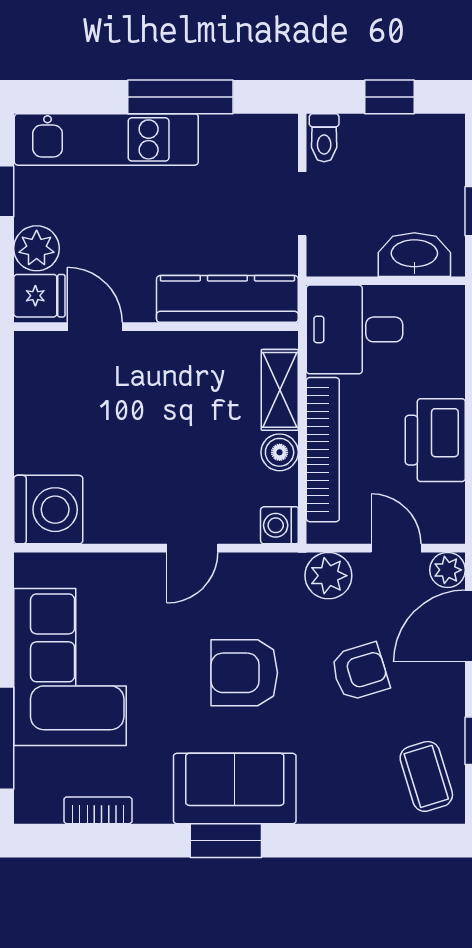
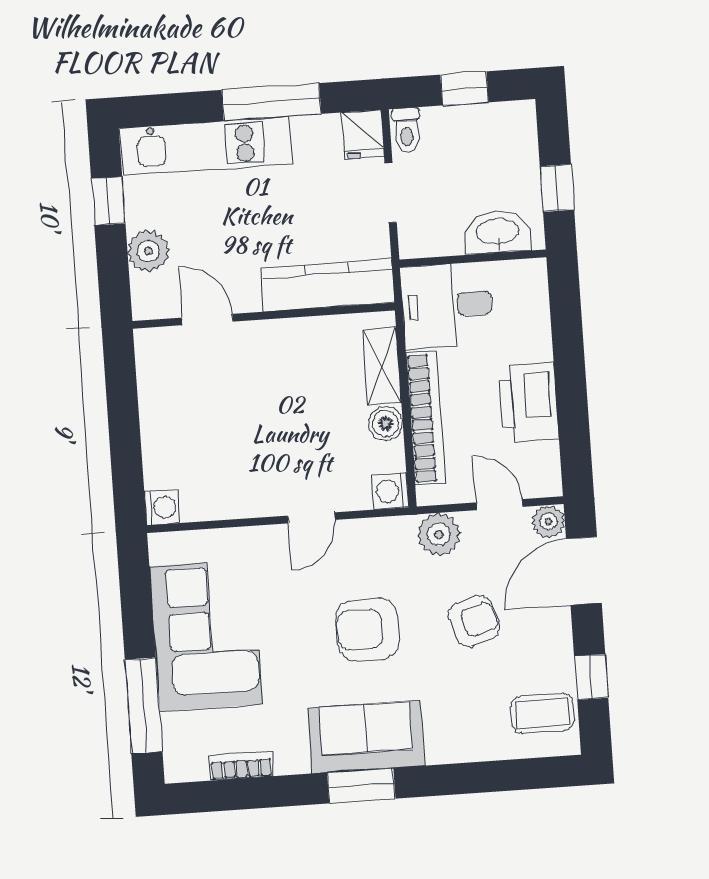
fridge: (39, 296) -> (363, 135), moved, turned 90
washing machine: (48, 510) -> (162, 507), width x0.53, depth x0.53
coffee table: (426, 776) -> (542, 713), turned -74

